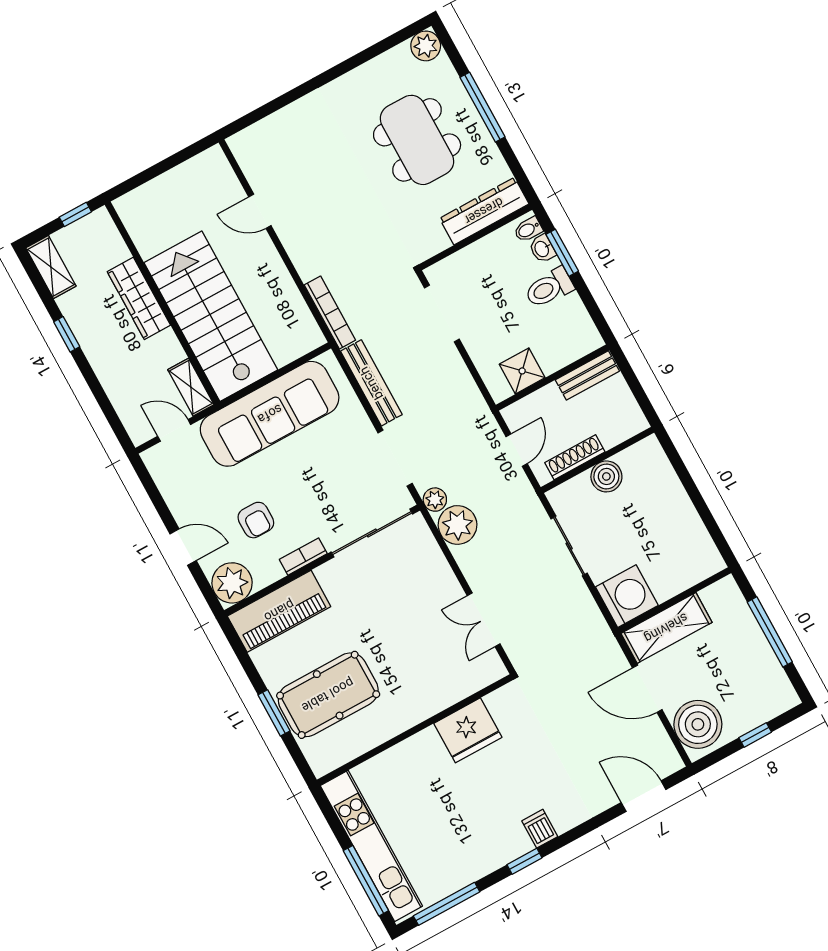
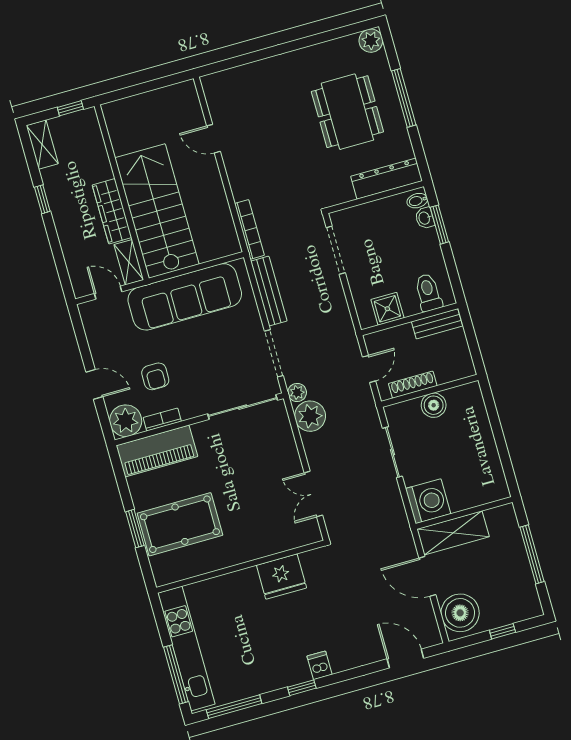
toilet: (549, 288) -> (428, 292), moved, turned 90
wardrobe: (139, 298) -> (112, 211), moved
bookcase: (303, 557) -> (162, 420), moved

